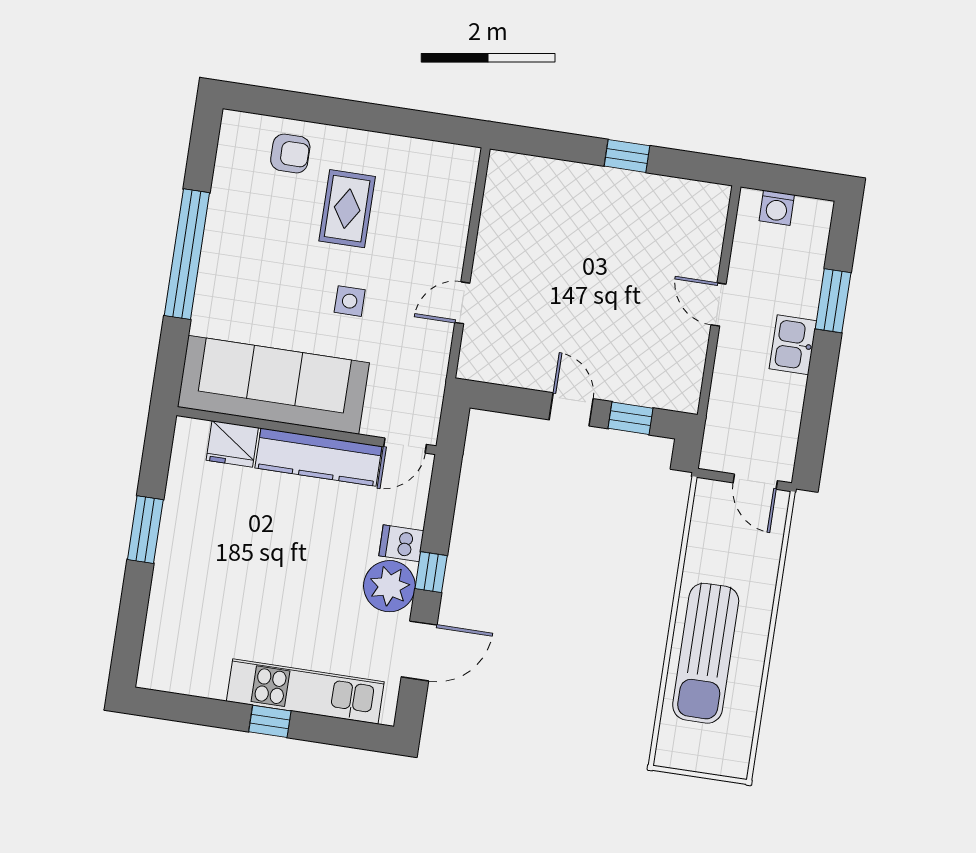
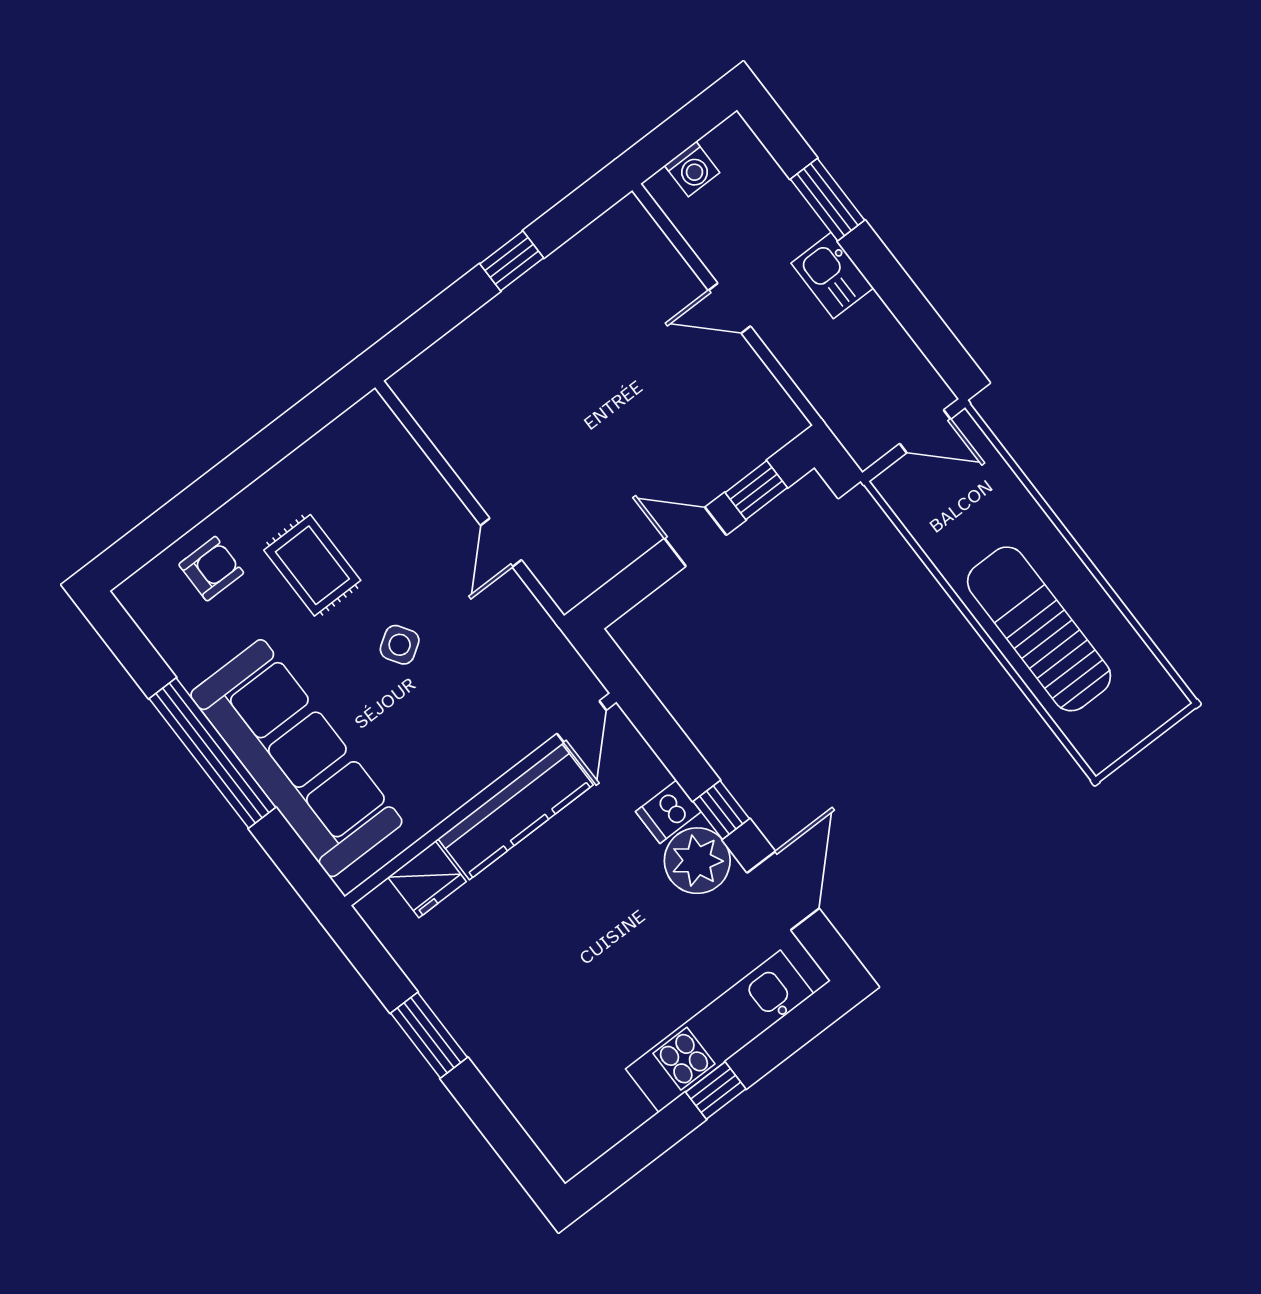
side table: (350, 301) -> (400, 645), turned -33
sofa: (273, 385) -> (296, 758), moved, turned 90
sun lounger: (706, 653) -> (1039, 629), turned 180

